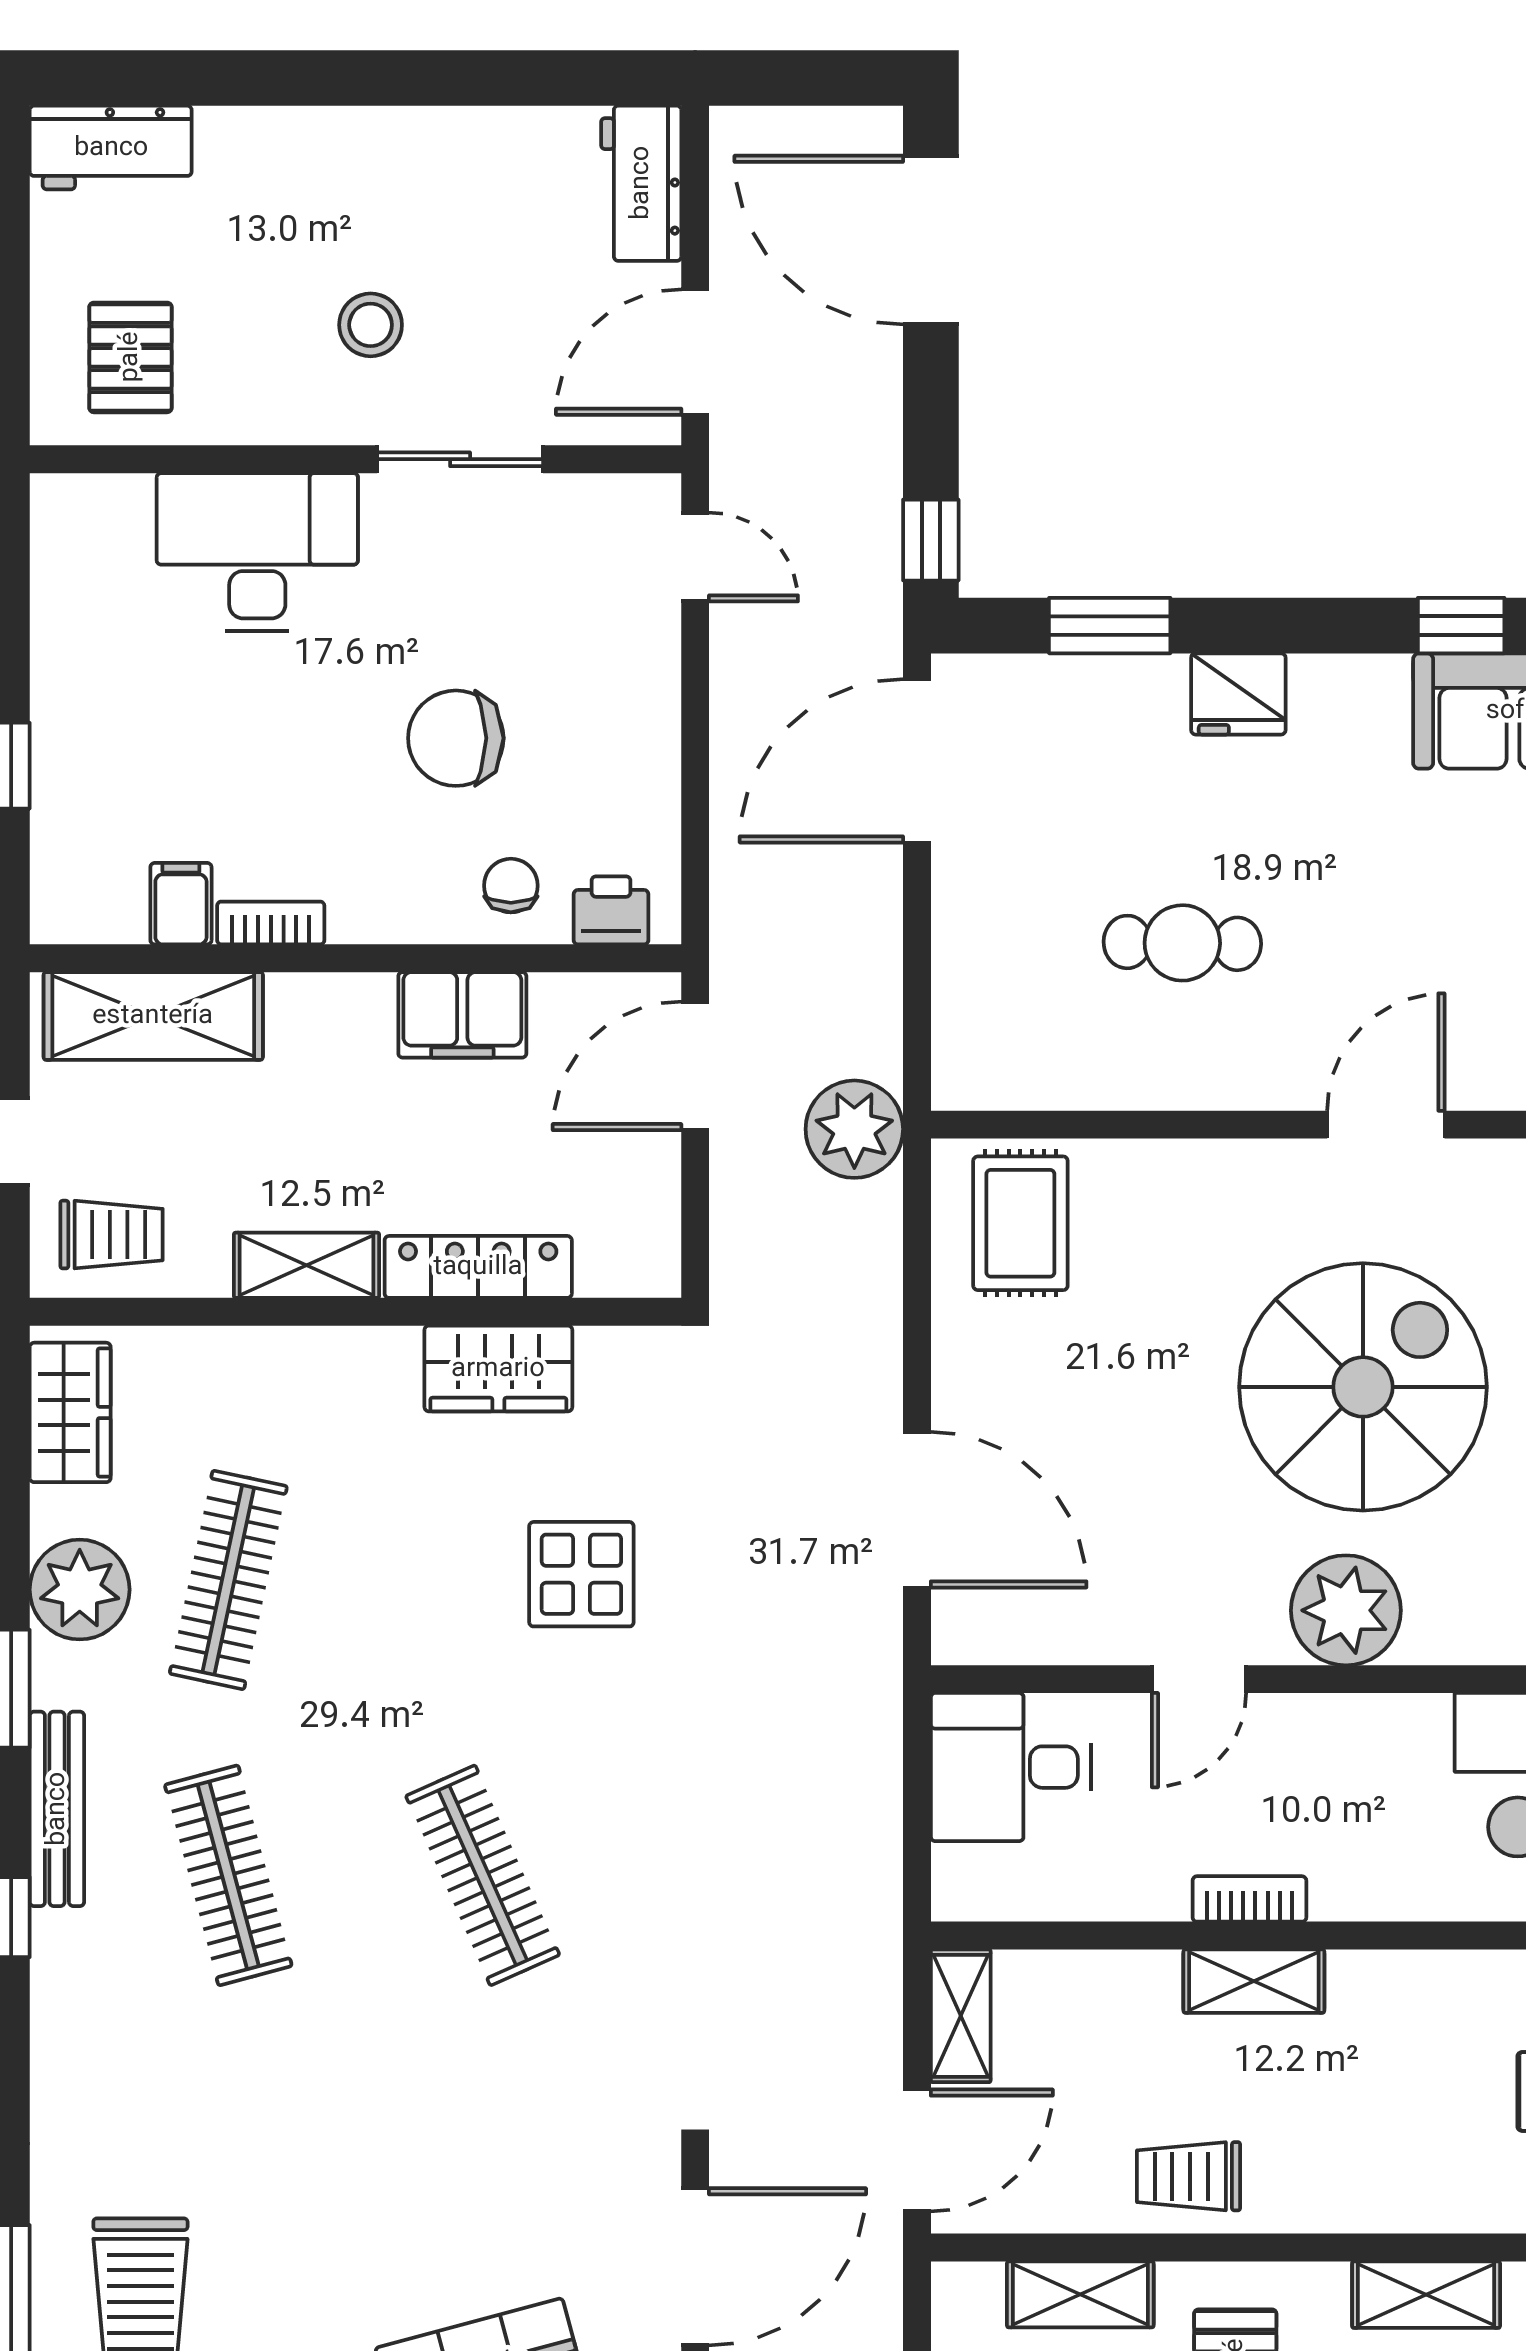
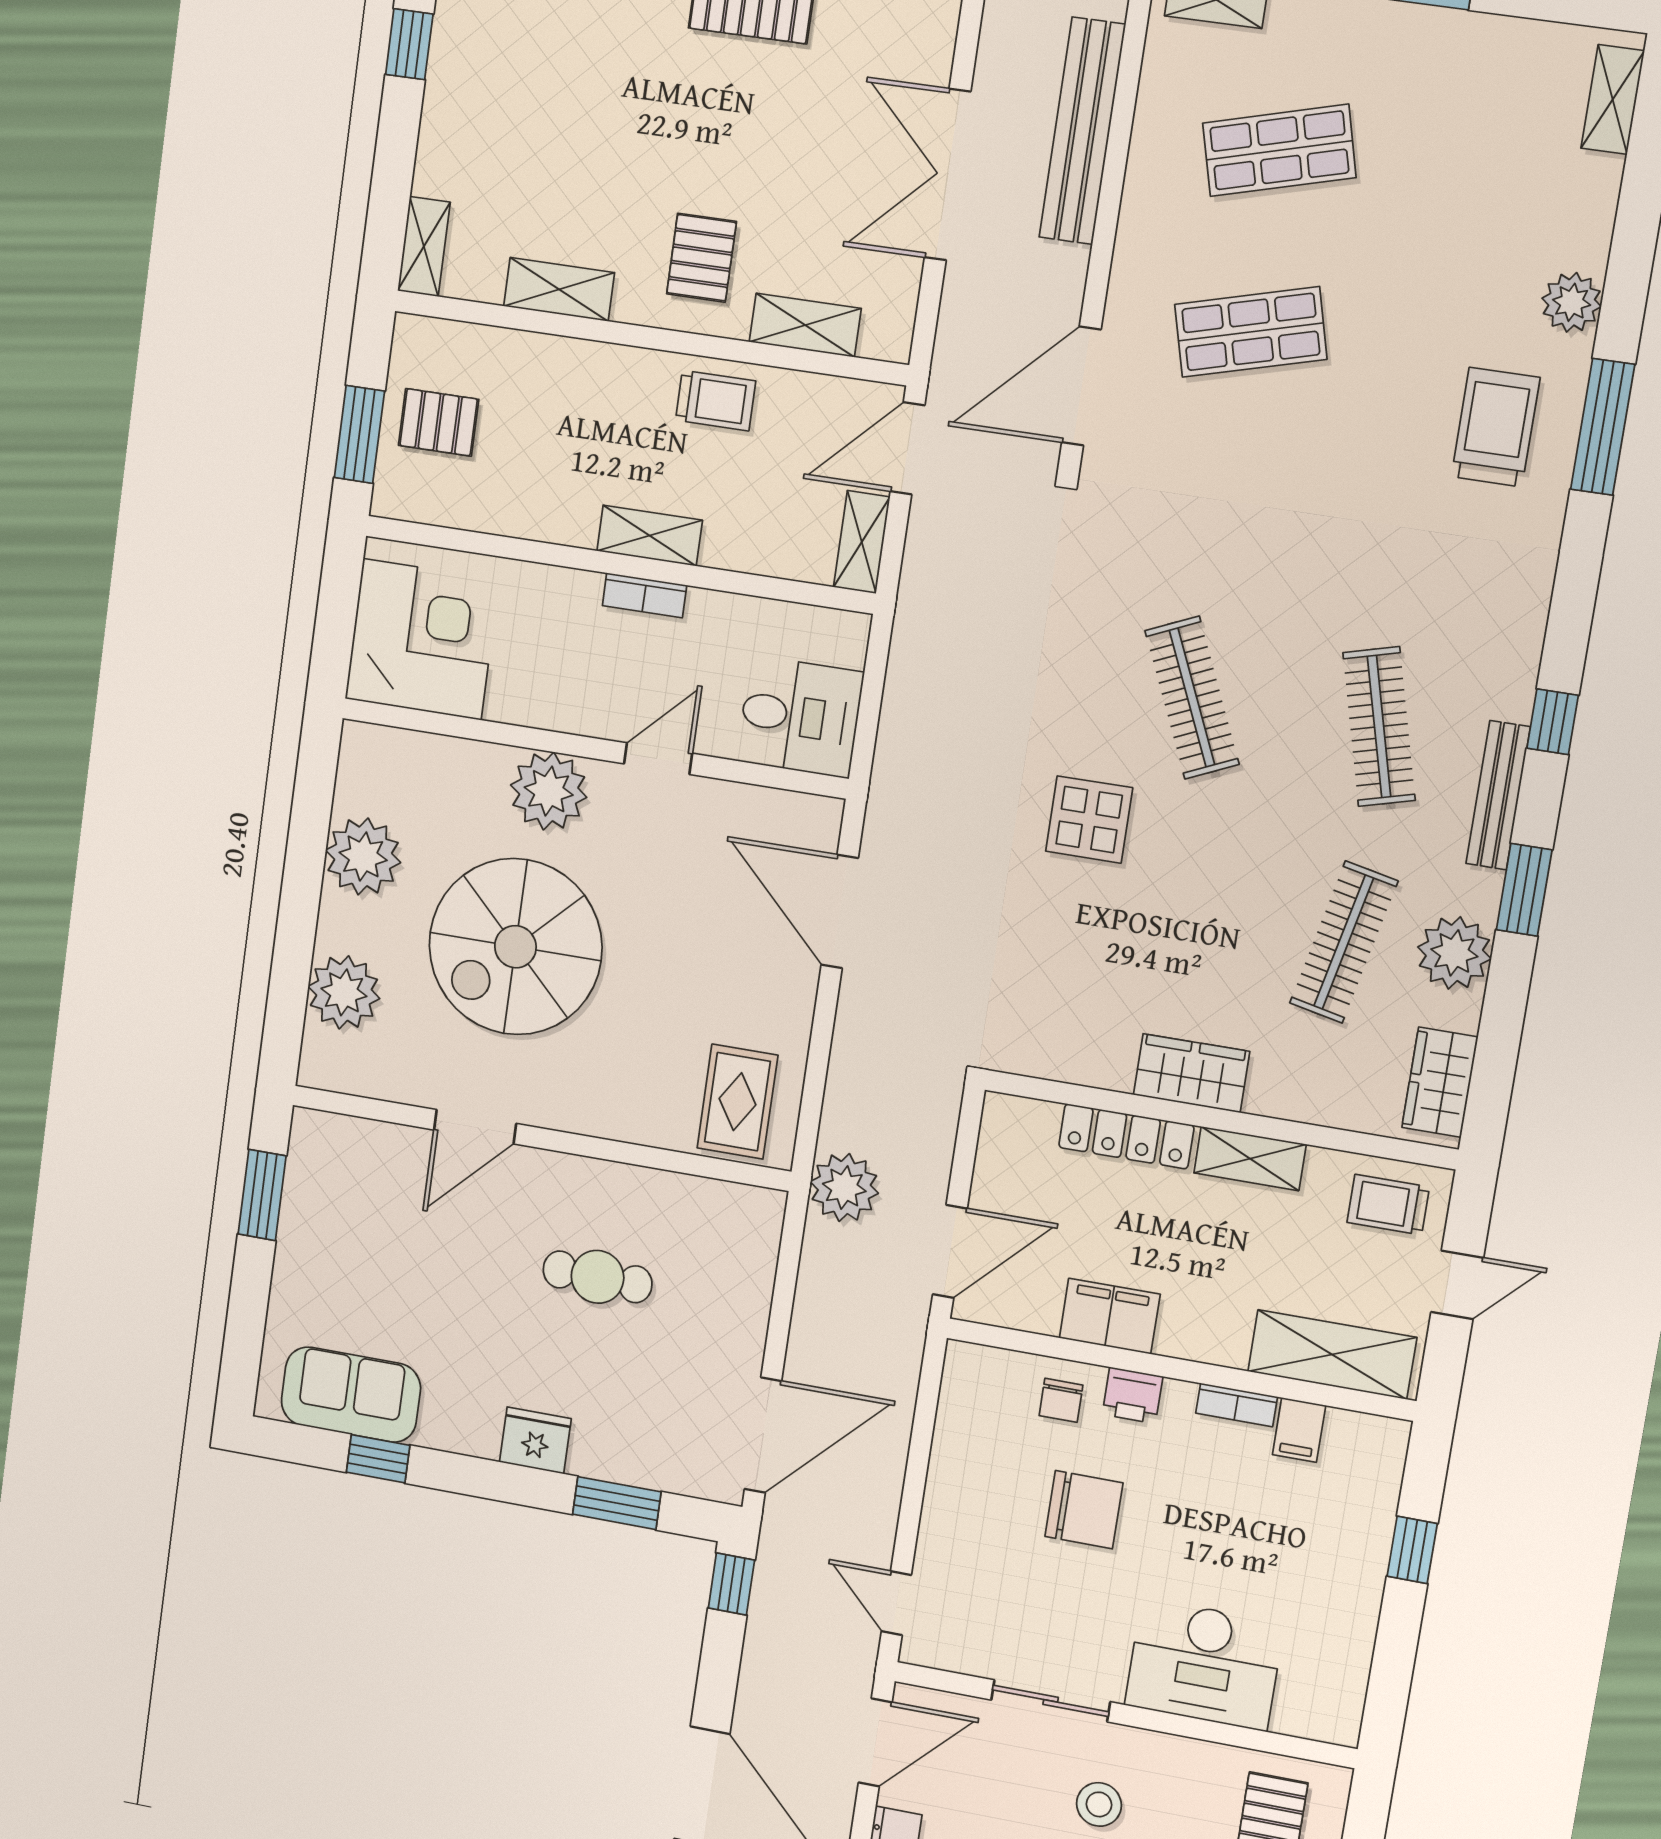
printer: (611, 910) -> (1133, 1395), moved
wardrobe: (498, 1369) -> (1192, 1073), moved
display table: (581, 1574) -> (1089, 820), moved

